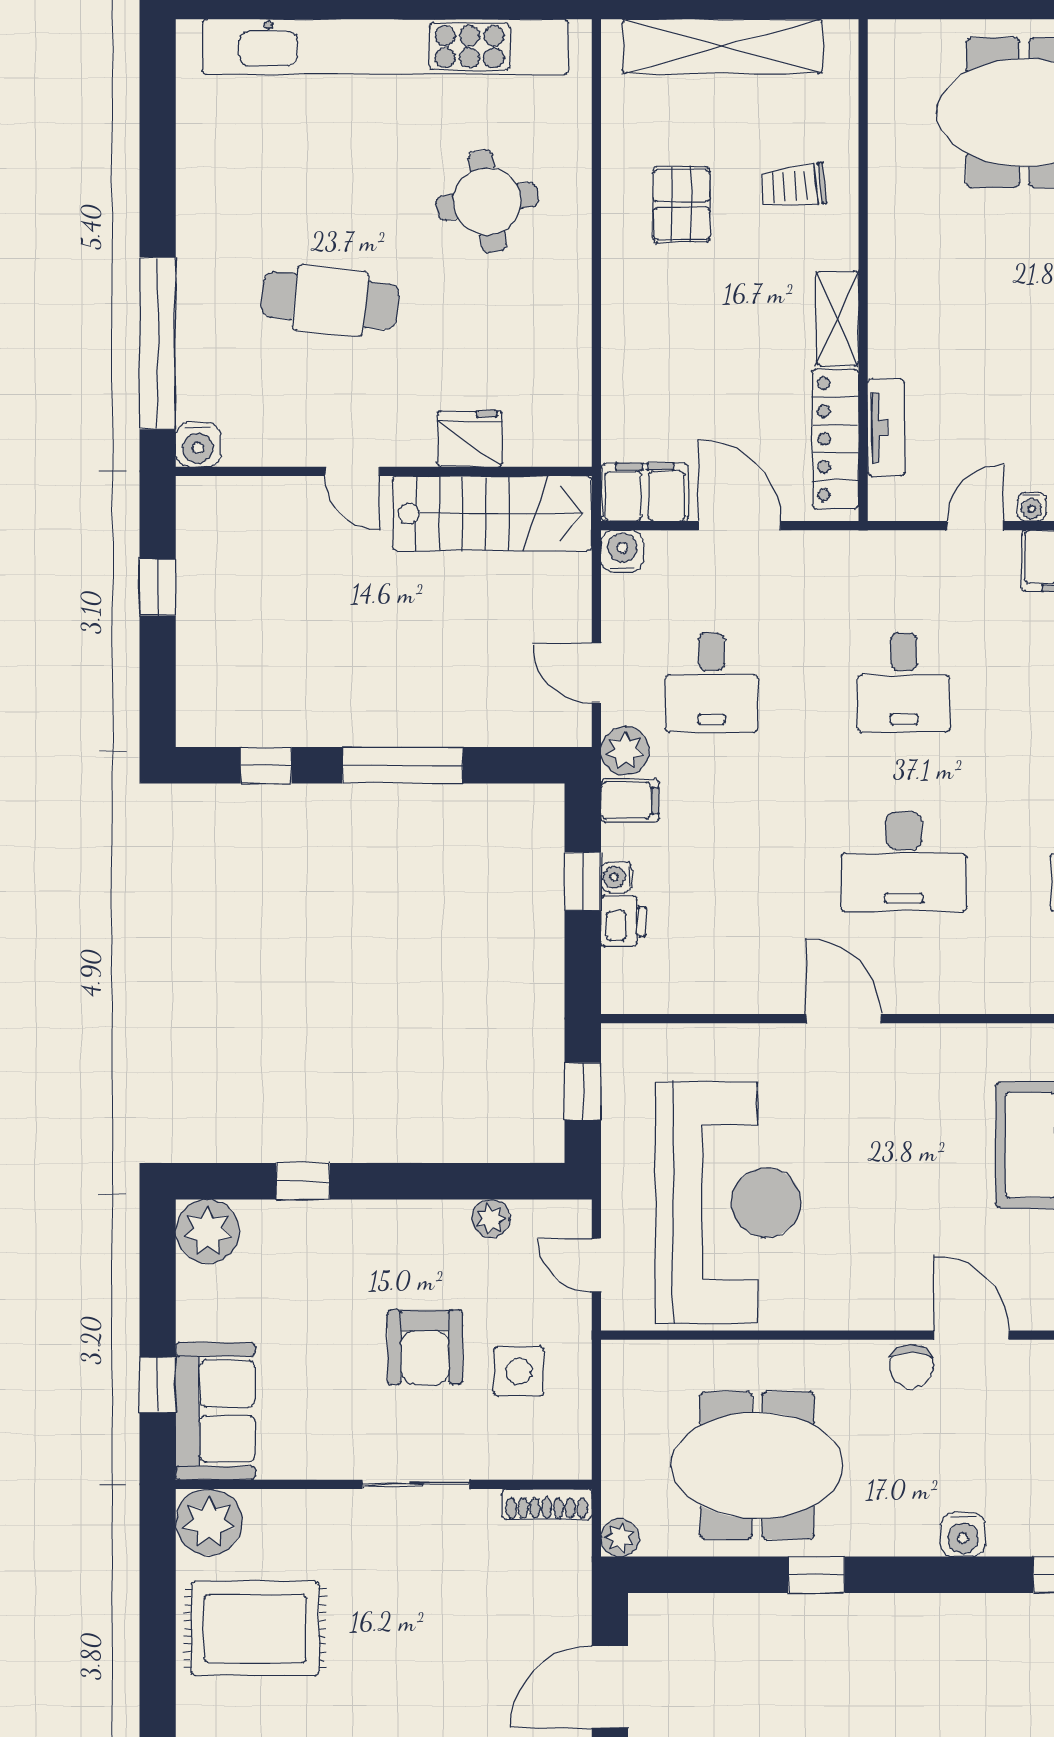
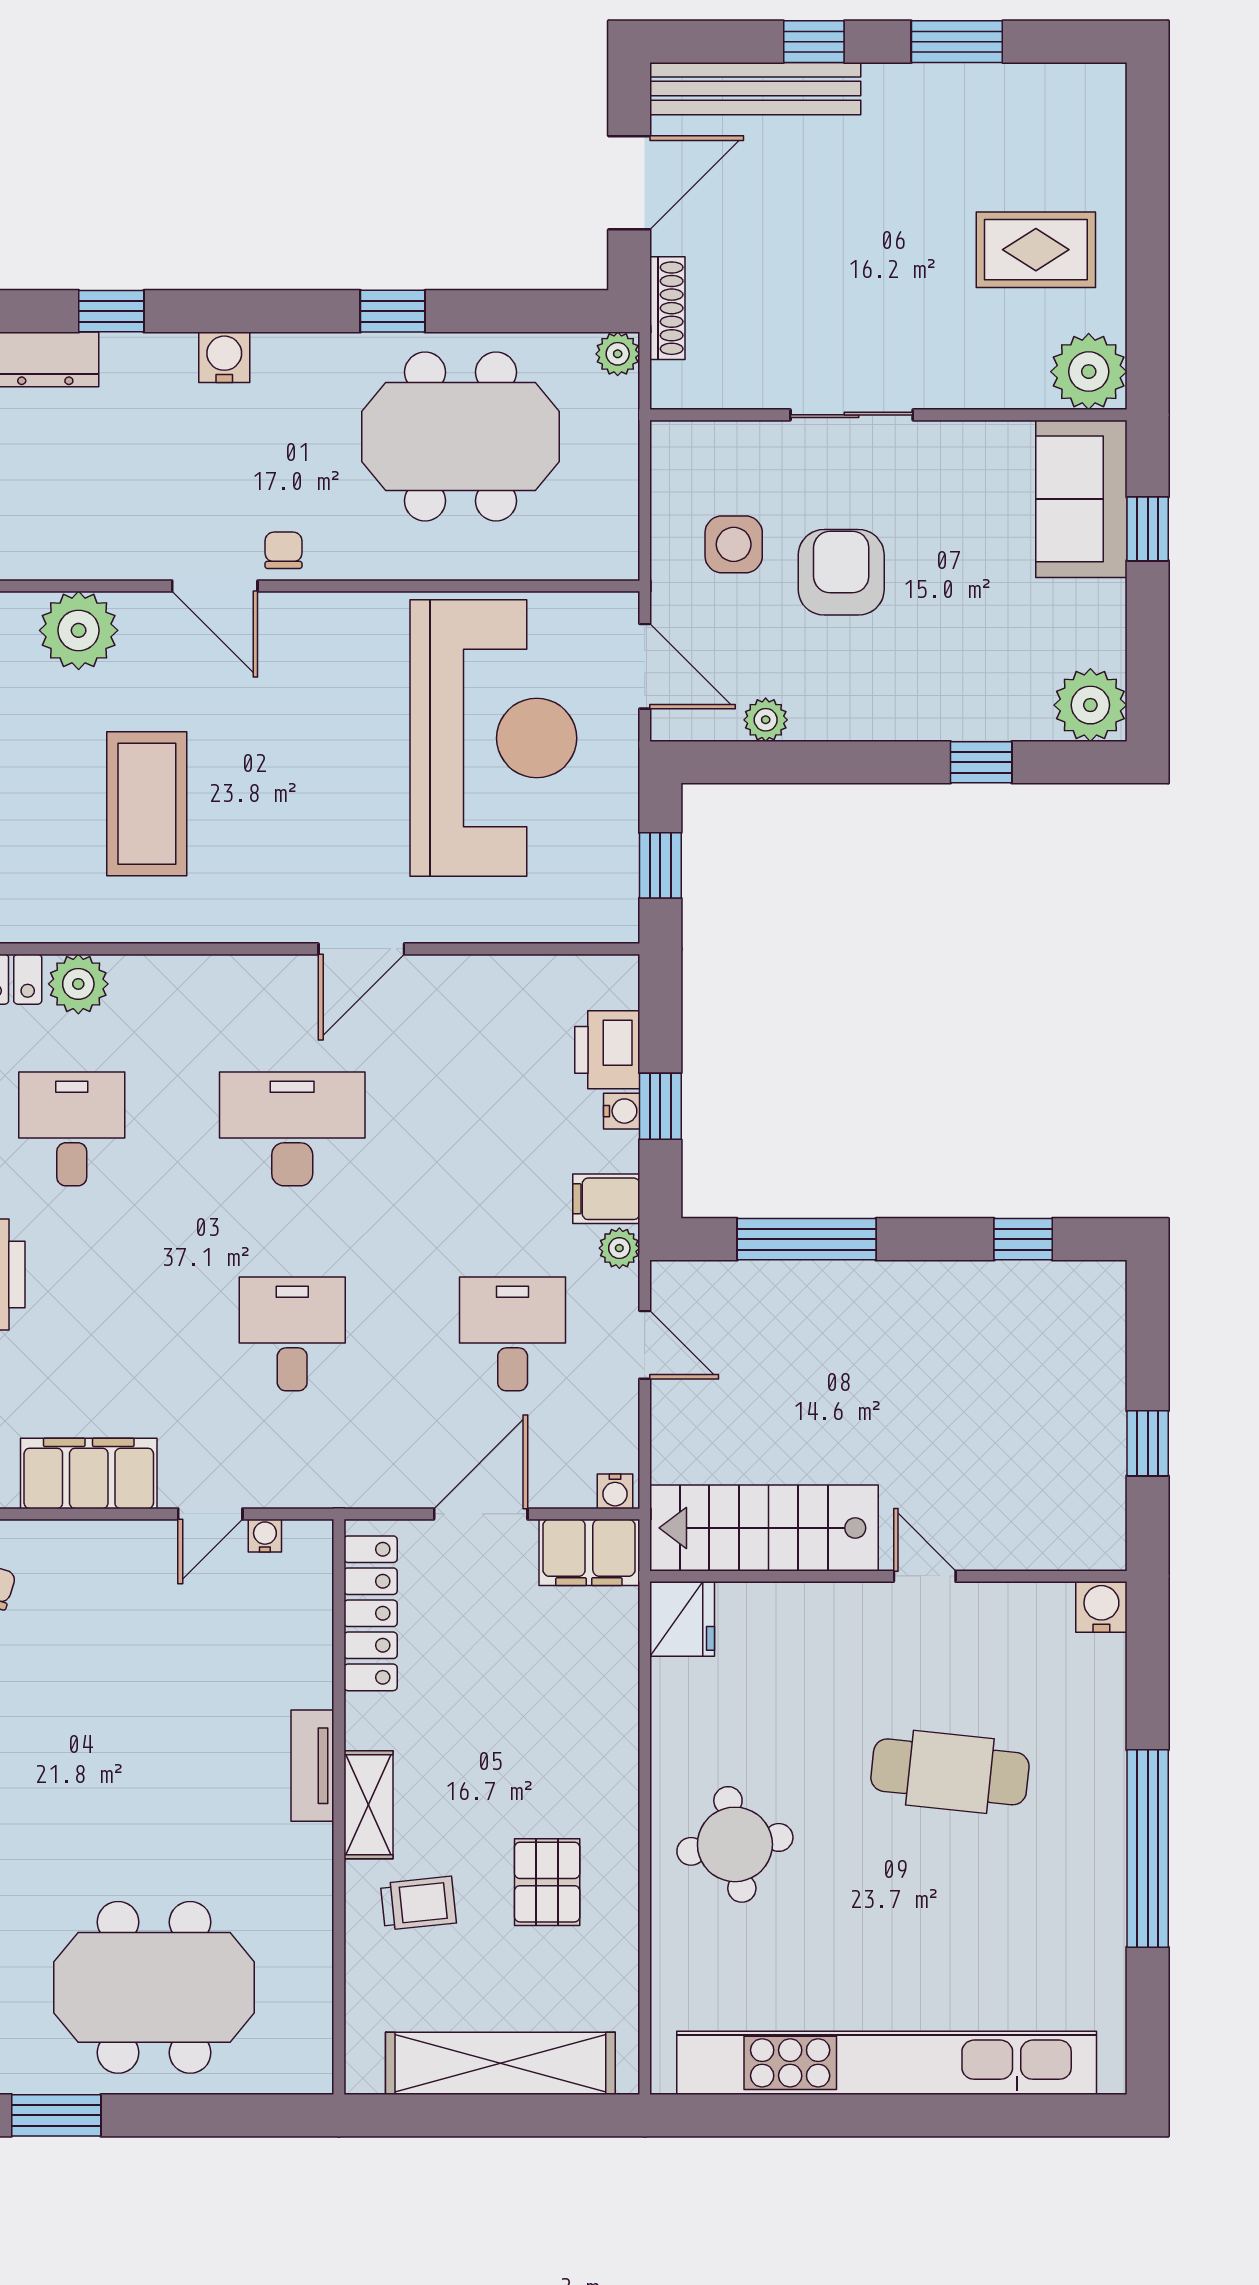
round table: (487, 201) -> (735, 1844), moved
shelving: (837, 318) -> (368, 1805), moved
window: (158, 343) -> (1148, 1848), moved
tv unit: (886, 428) -> (312, 1766), moved
fridge: (470, 439) -> (682, 1619), moved, turned -90
water cooler: (1032, 507) -> (265, 1536), moved
door: (739, 526) -> (481, 1514), swing flipped
water cooler: (622, 551) -> (615, 1491), width x0.72, depth x0.72
plant: (625, 751) -> (619, 1248), width x0.73, depth x0.73
window: (403, 765) -> (807, 1239), moved
printer: (624, 921) -> (607, 1050), width x1.36, depth x1.24
door: (844, 1019) -> (361, 949), hinge flipped
reception desk: (728, 1202) -> (493, 738), turned 180
door: (596, 1265) -> (645, 666), width x1.38
chair: (911, 1366) -> (284, 550), width x0.73, depth x0.73
shoe rack: (547, 1504) -> (667, 308), moved, turned 90
rug: (255, 1628) -> (1036, 250), width x0.73, depth x0.70

